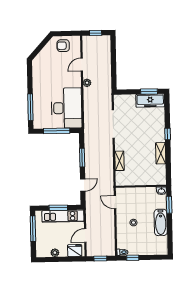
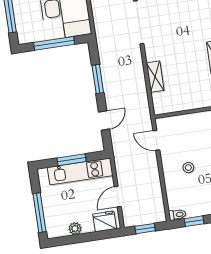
window: (33, 229) -> (40, 213), moved

